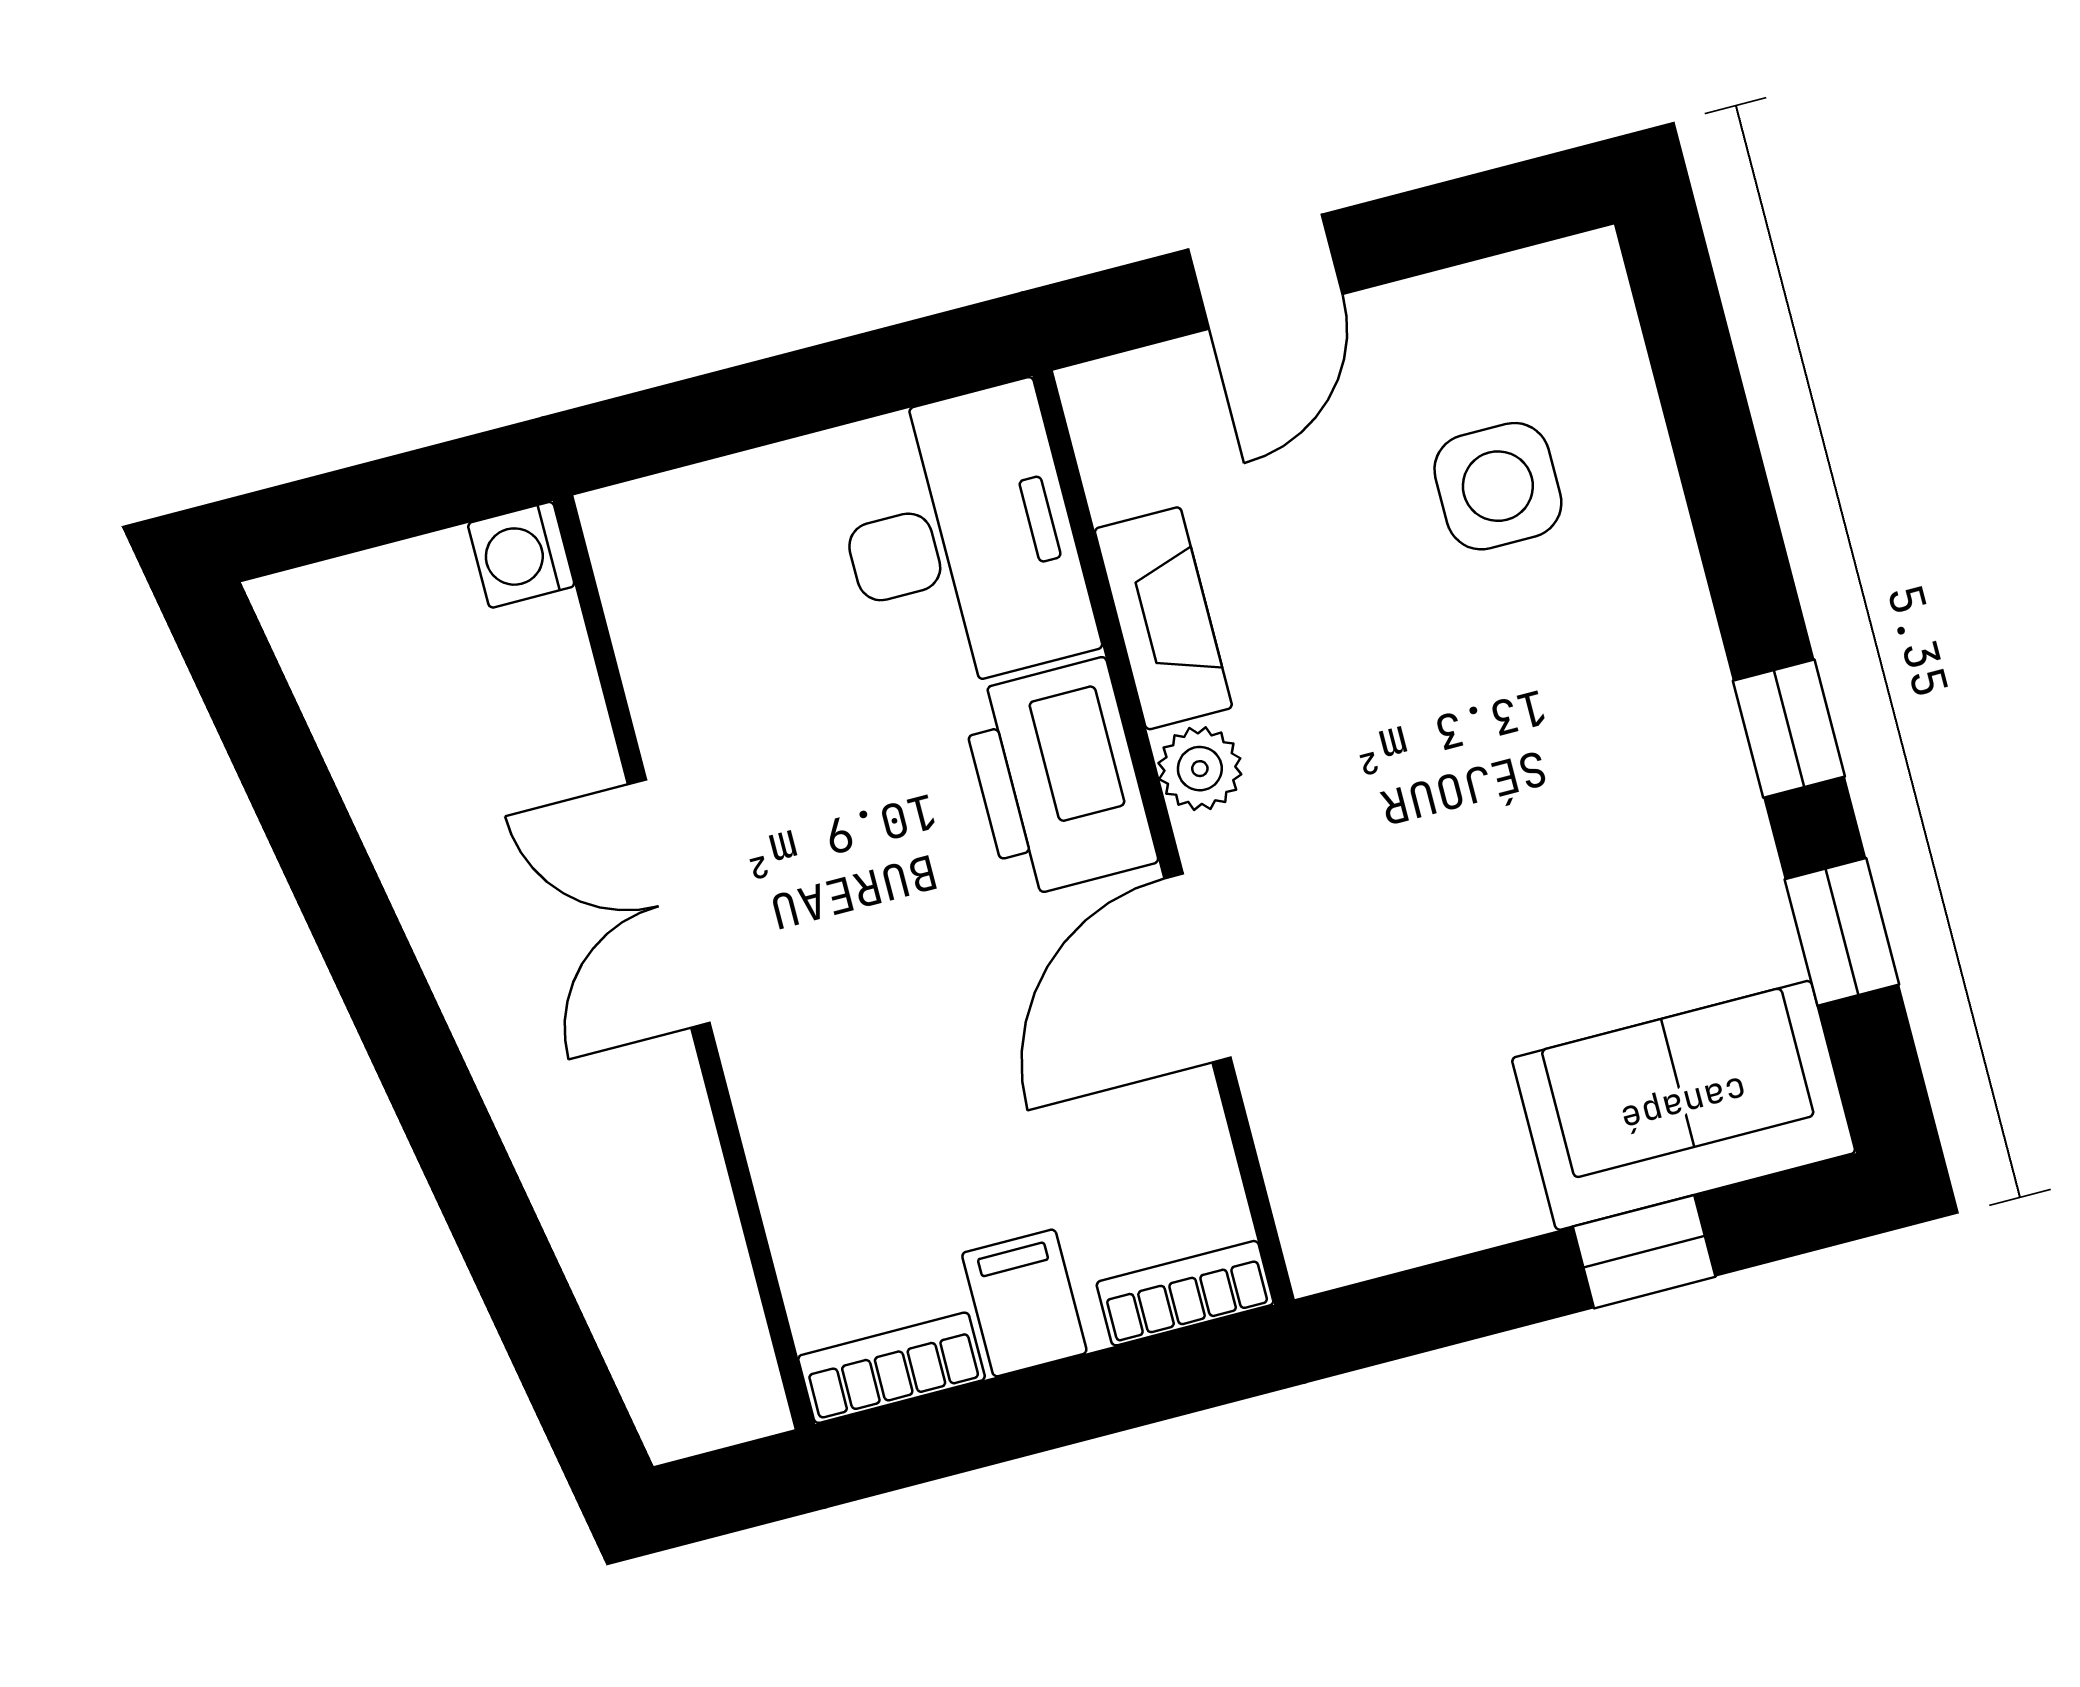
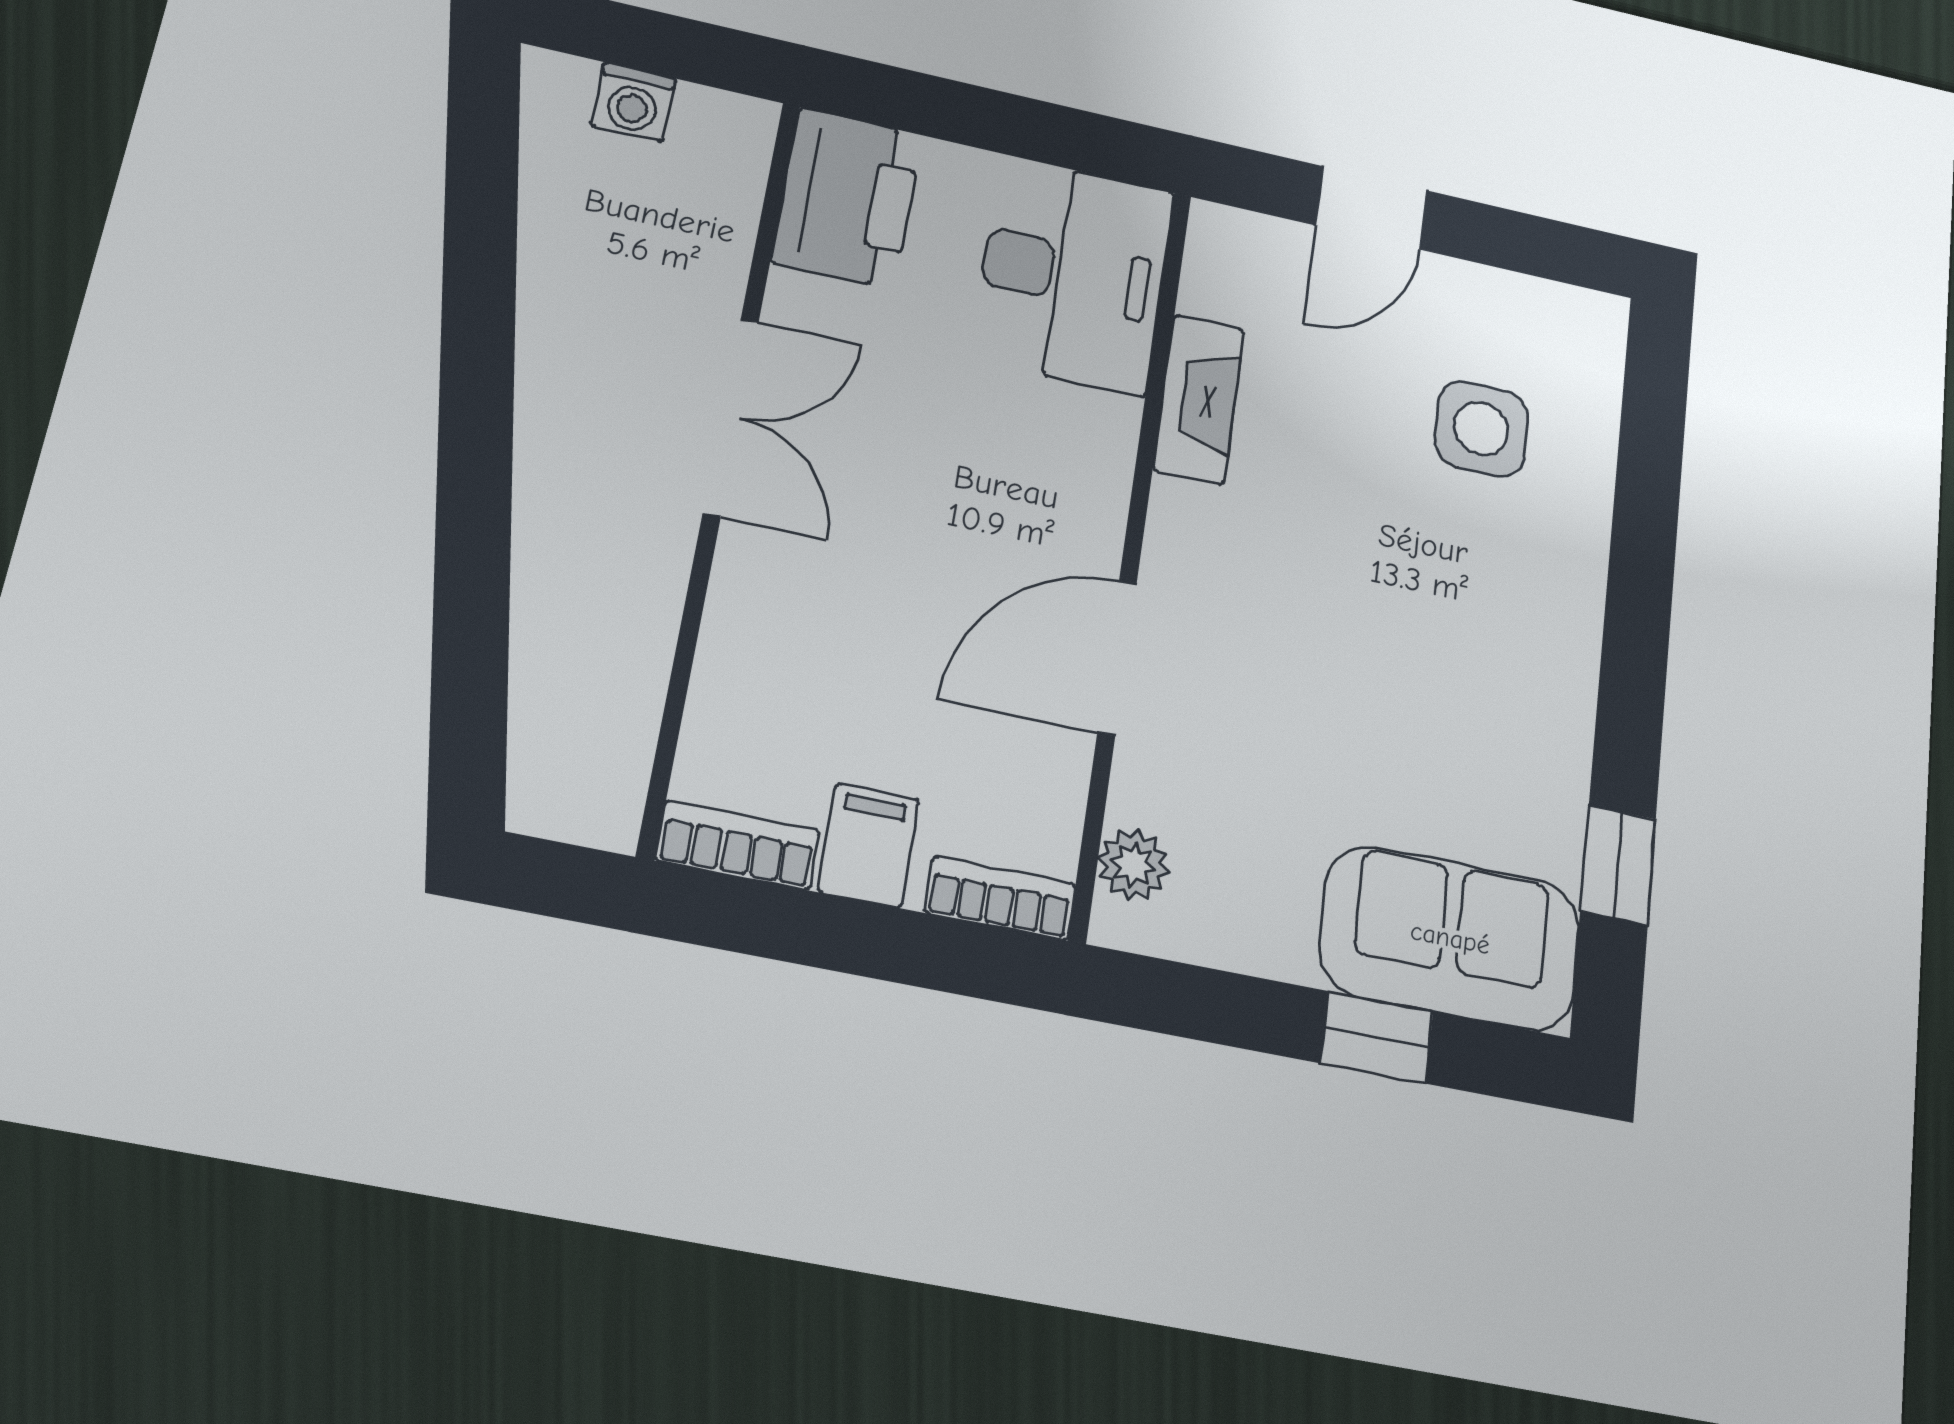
washing machine: (521, 555) -> (633, 102), moved, turned -90
window: (1789, 729) -> (1631, 698), removed
plant: (1200, 769) -> (1133, 865), moved
printer: (1058, 778) -> (847, 198), moved, turned 180
double door: (669, 904) -> (731, 417), swing flipped

